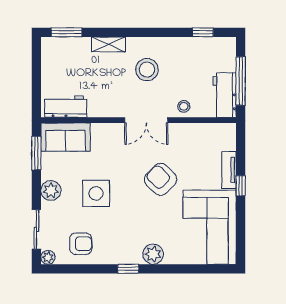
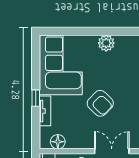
floor lamp: (213, 132) -> (58, 142), added
window: (128, 269) -> (126, 31), removed

